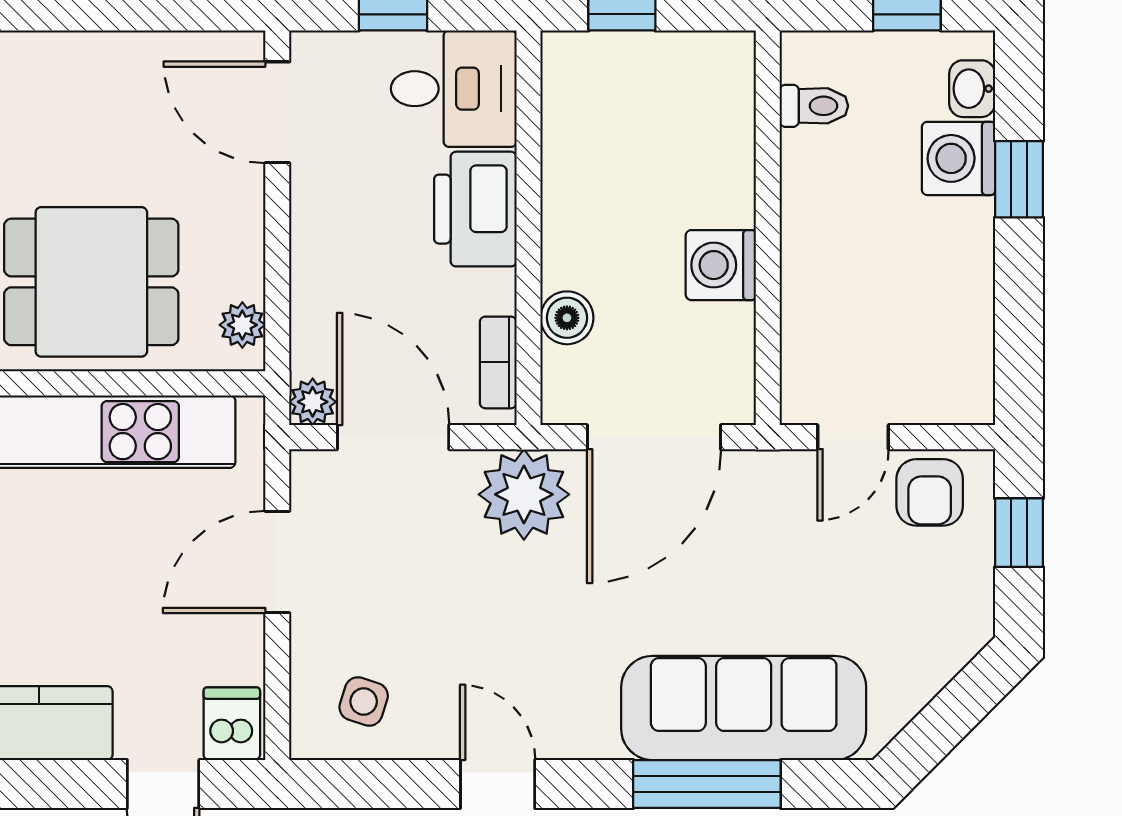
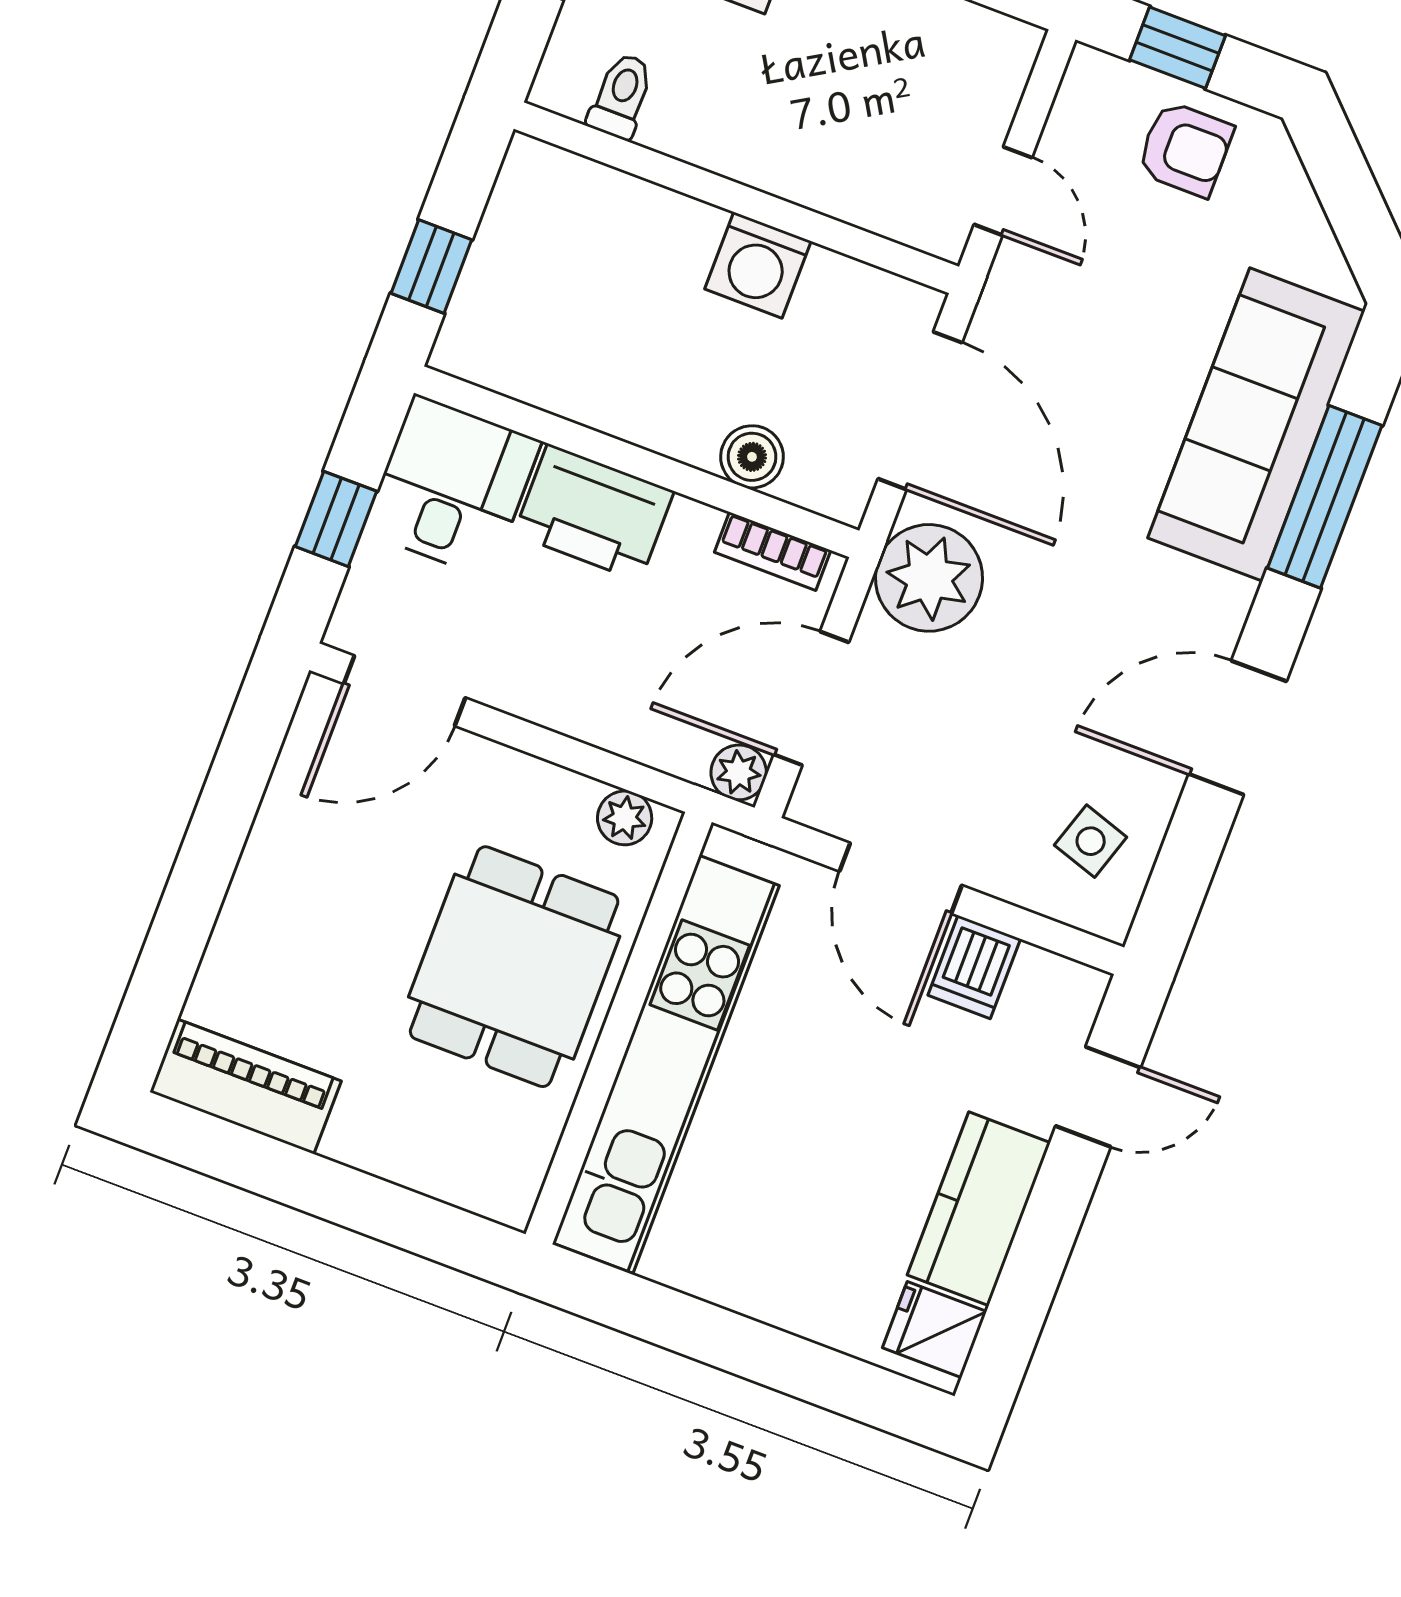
armchair: (930, 492) -> (1185, 149), moved
dishwasher: (232, 724) -> (974, 967), moved, turned -90
door: (498, 784) -> (1238, 728), width x1.38

